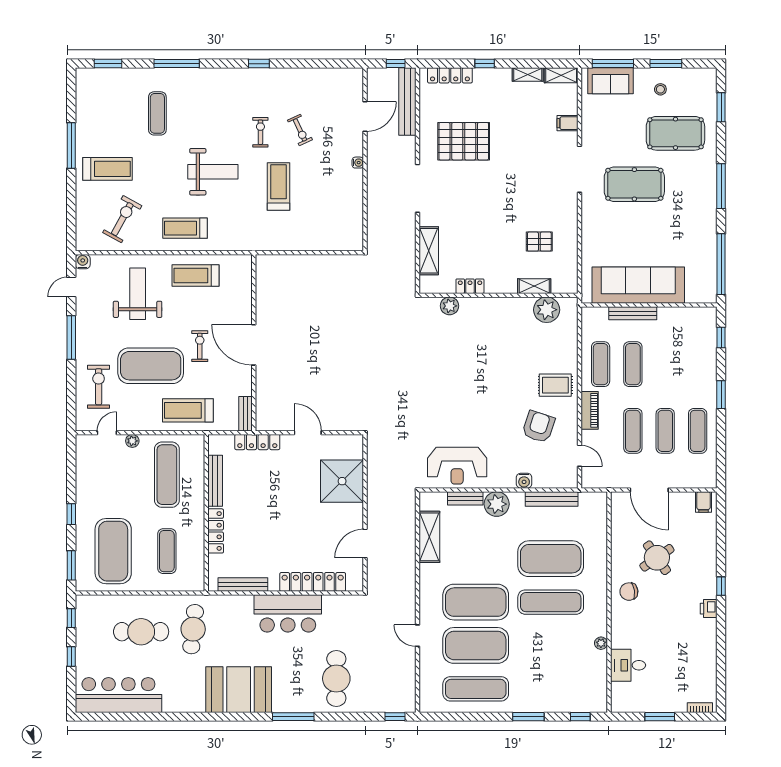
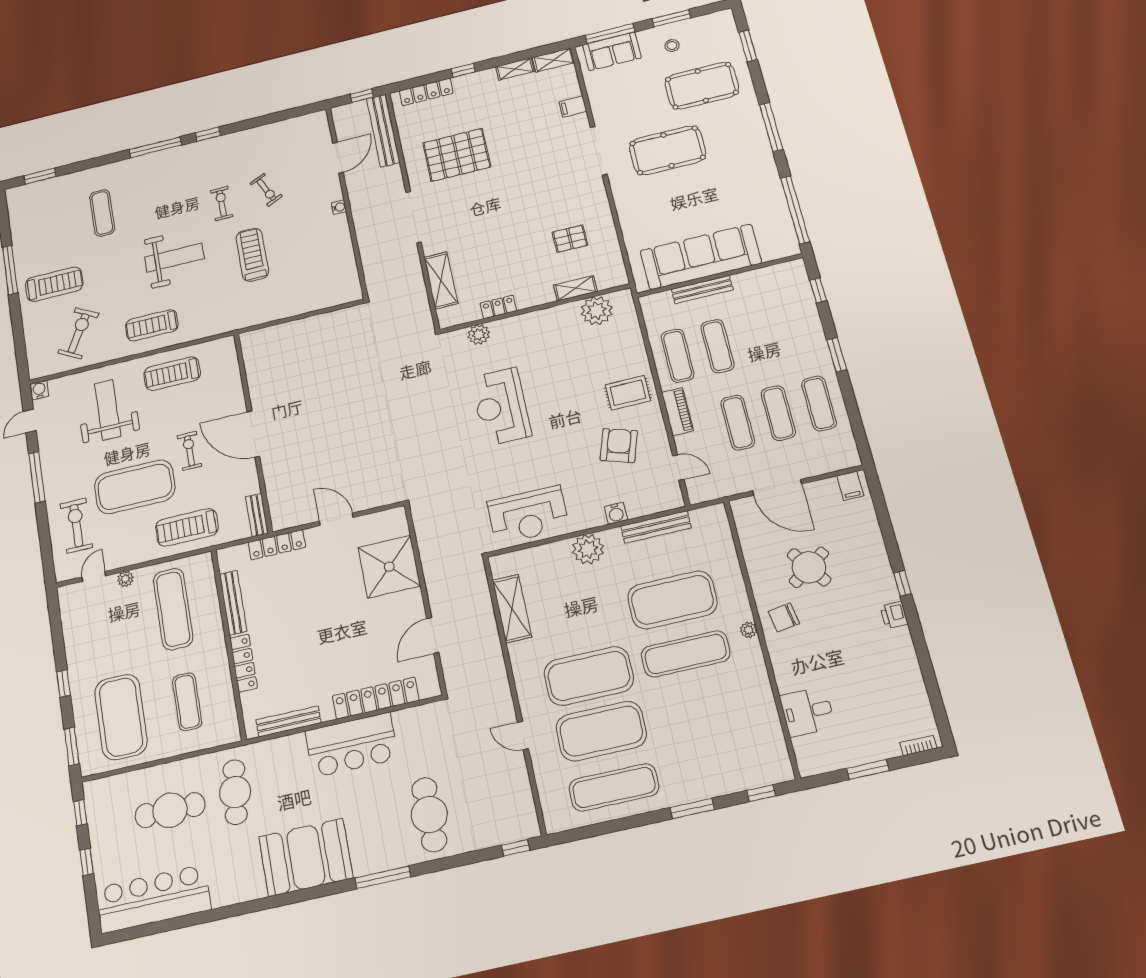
window: (177, 64) -> (155, 147), moved
reception desk: (455, 372) -> (501, 407), added
bench: (465, 498) -> (547, 551), removed
plant: (601, 643) -> (749, 630), moved

